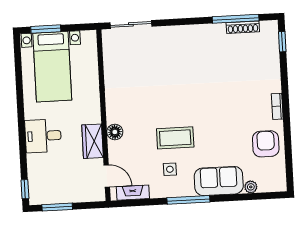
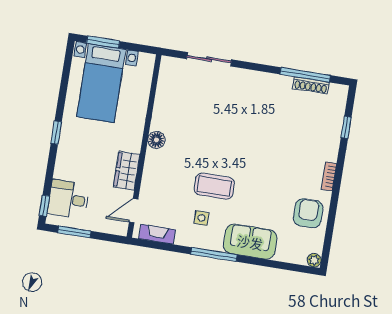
sliding door: (131, 24) -> (209, 59), moved
window: (282, 42) -> (346, 127), moved
window: (21, 120) -> (56, 133), added
floor lamp: (115, 132) -> (156, 140), moved
desk: (43, 136) -> (68, 199), moved
door: (107, 176) -> (134, 211), swing flipped
plant: (251, 187) -> (314, 260), moved

